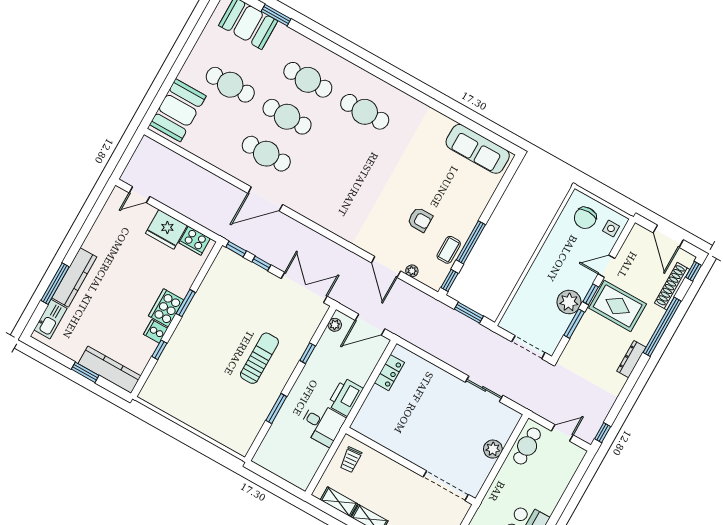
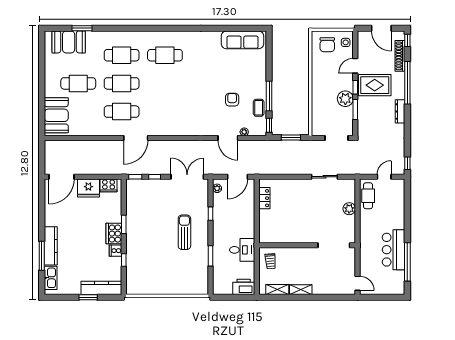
door: (139, 195) -> (62, 177), width x1.87
armchair: (420, 220) -> (232, 100), turned -90
printer: (345, 397) -> (244, 287), moved, turned 90

